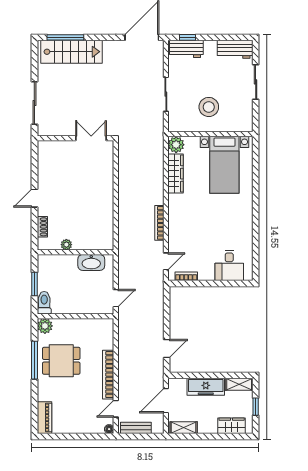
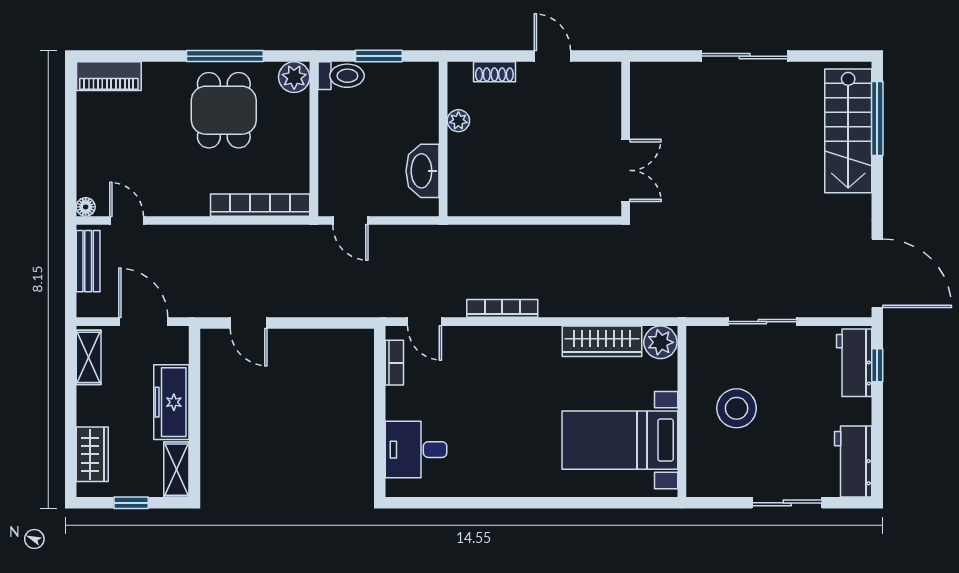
wall: (75, 138) -> (626, 139), moved
double door: (91, 138) -> (626, 170), moved
bookcase: (108, 375) -> (260, 205), moved

